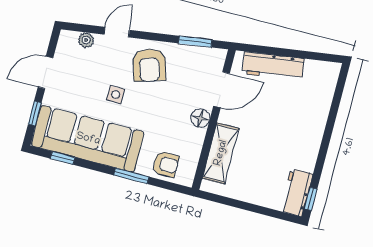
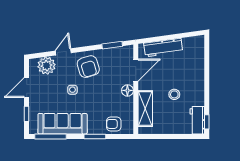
plant: (86, 40) -> (47, 66), width x1.87, depth x1.87
sofa: (88, 139) -> (63, 124), width x0.74, depth x0.79
stool: (271, 143) -> (174, 94), added
window: (63, 158) -> (50, 136), width x2.17
armchair: (166, 164) -> (114, 124), turned 180

